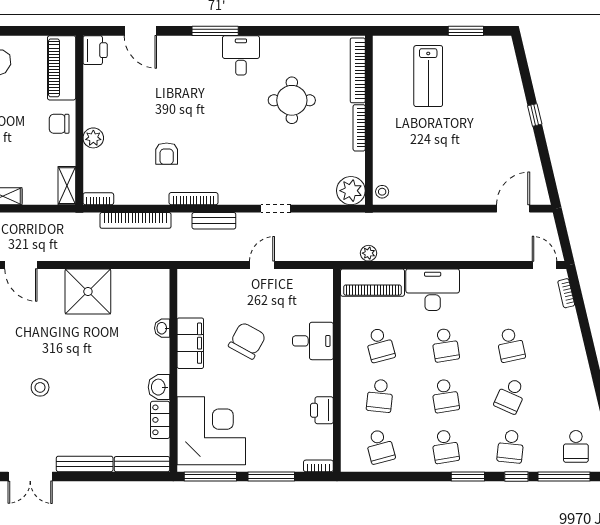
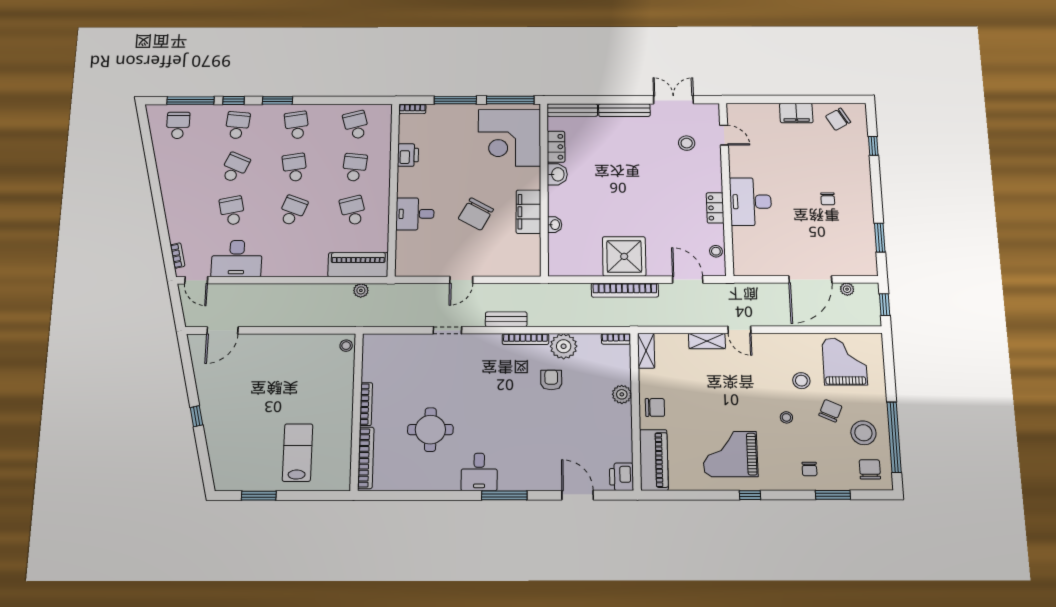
plant: (351, 191) -> (564, 346), moved
bookcase: (135, 220) -> (625, 290), moved, turned 180
desk: (433, 290) -> (237, 259), moved
school desk: (445, 345) -> (293, 211), turned 30
stool: (40, 387) -> (687, 143), moved

